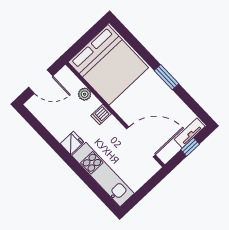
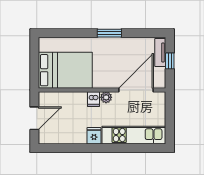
bed: (108, 65) -> (65, 70), width x0.73
plant: (85, 94) -> (106, 97), moved

